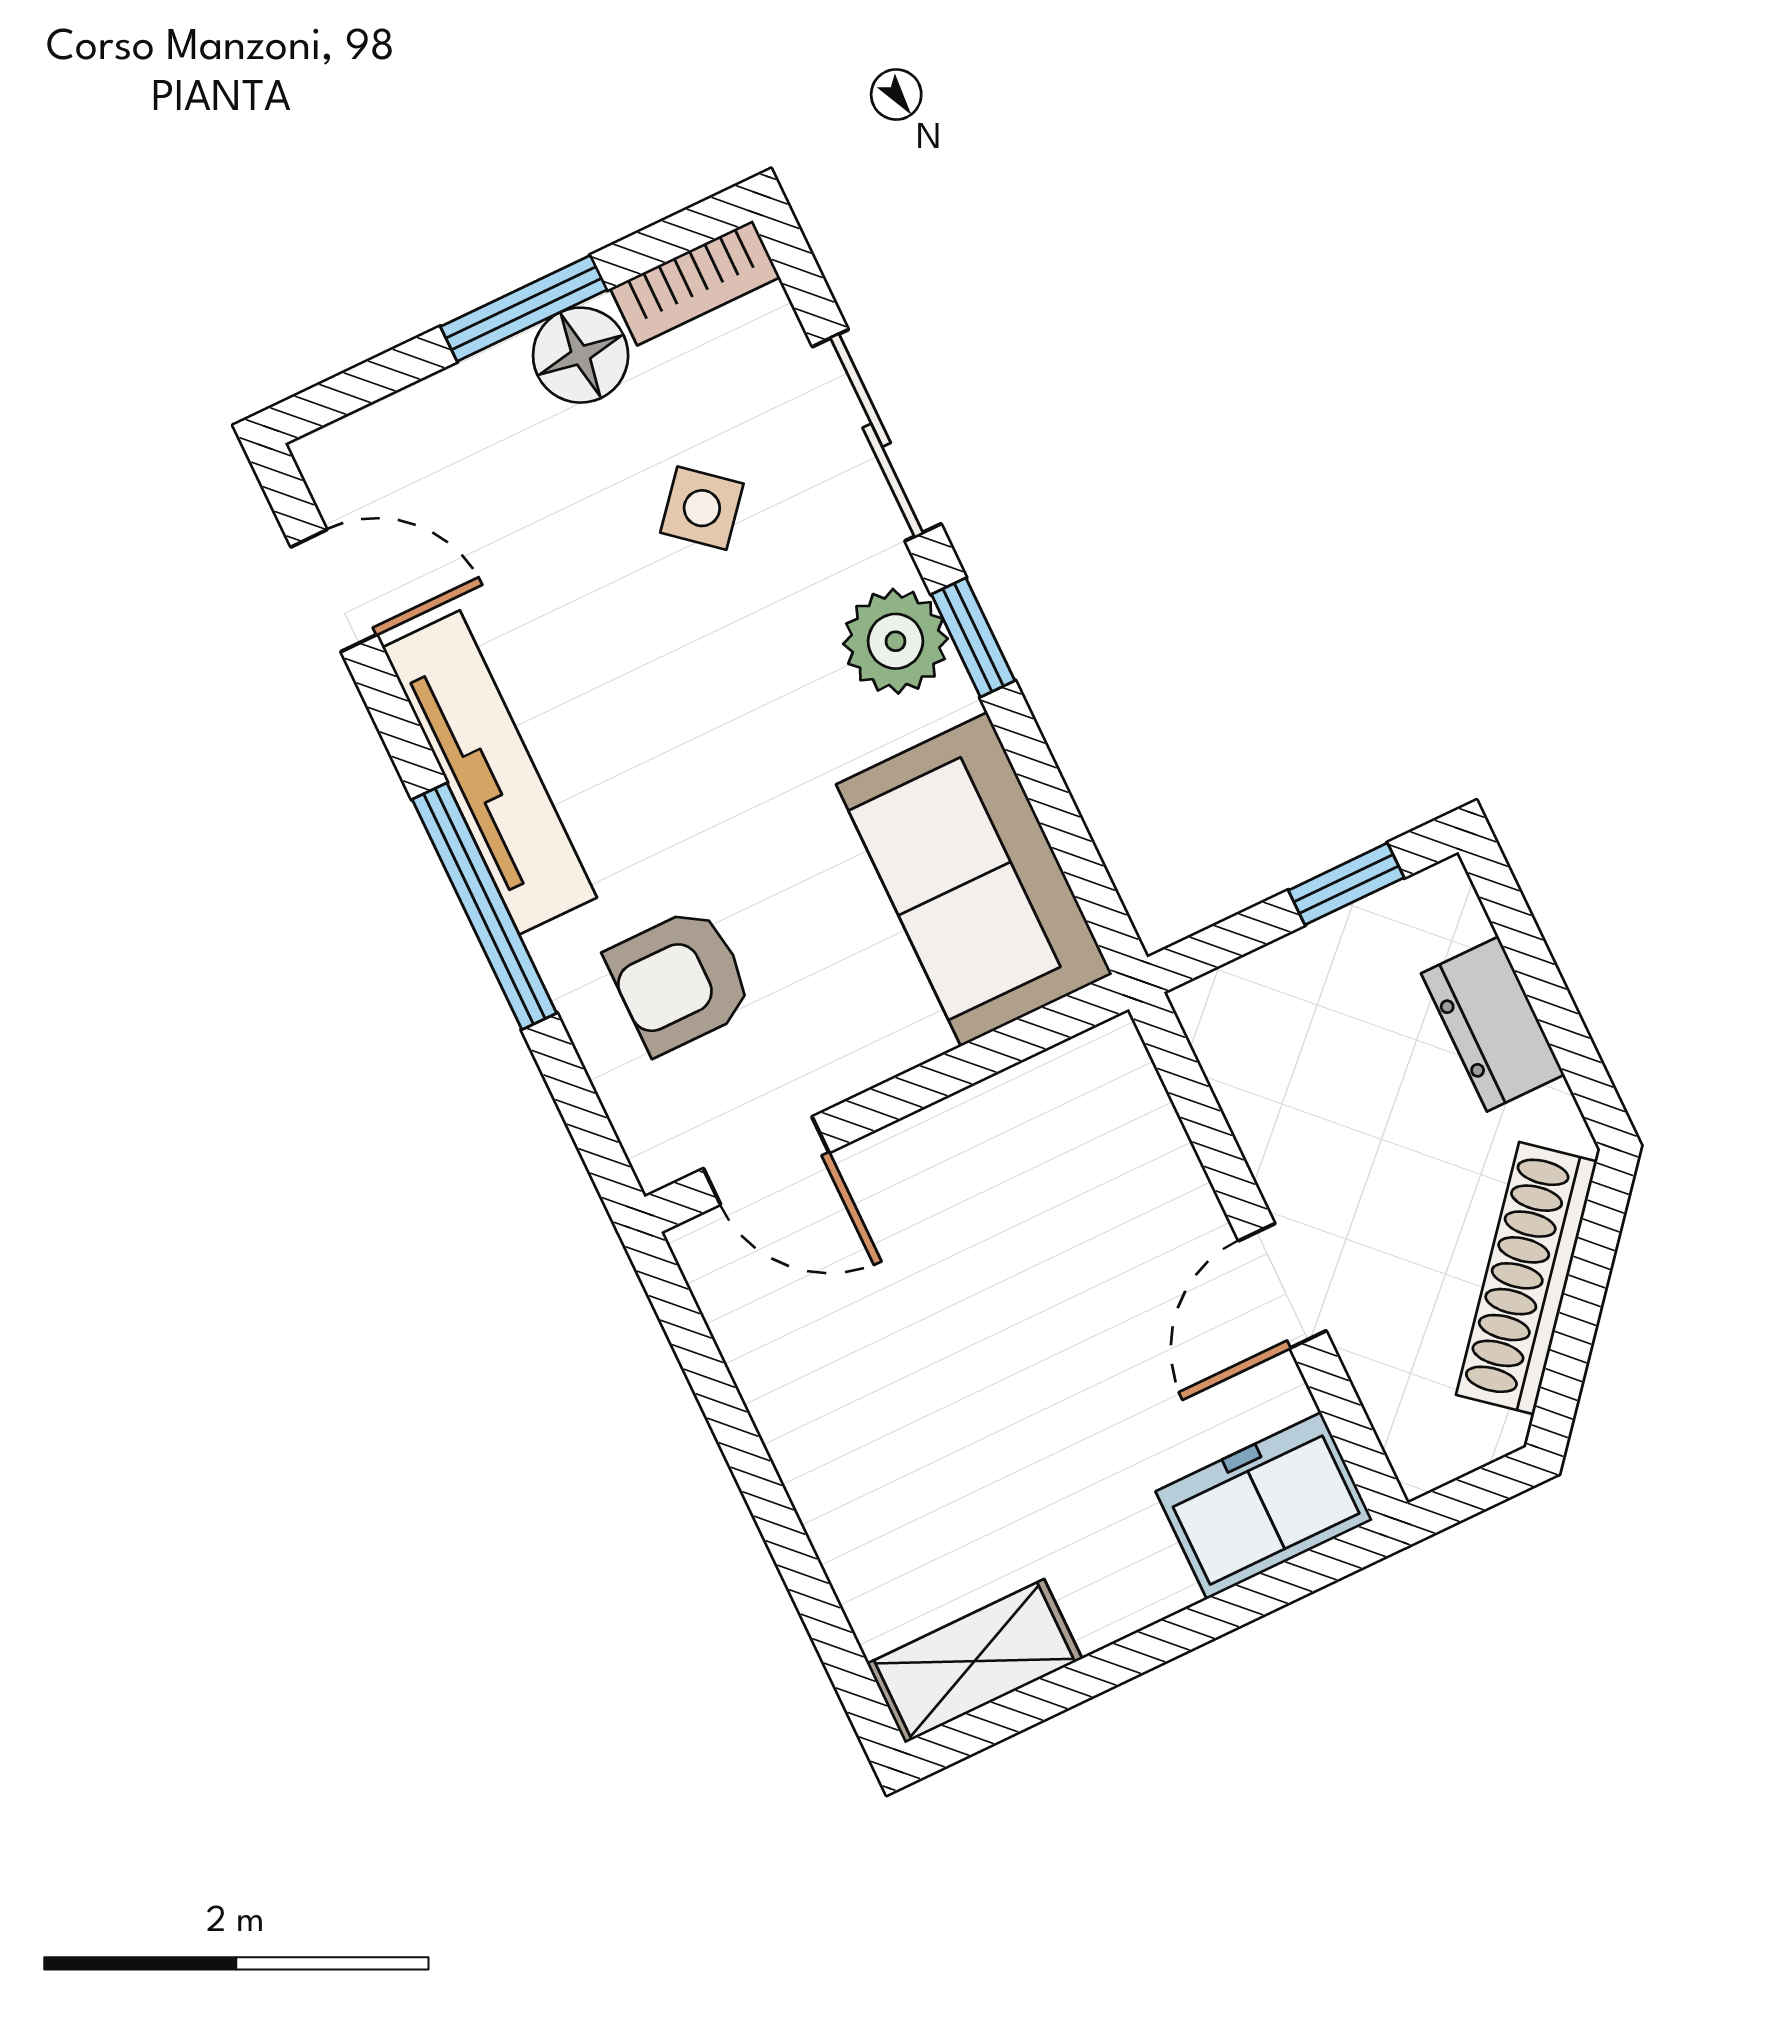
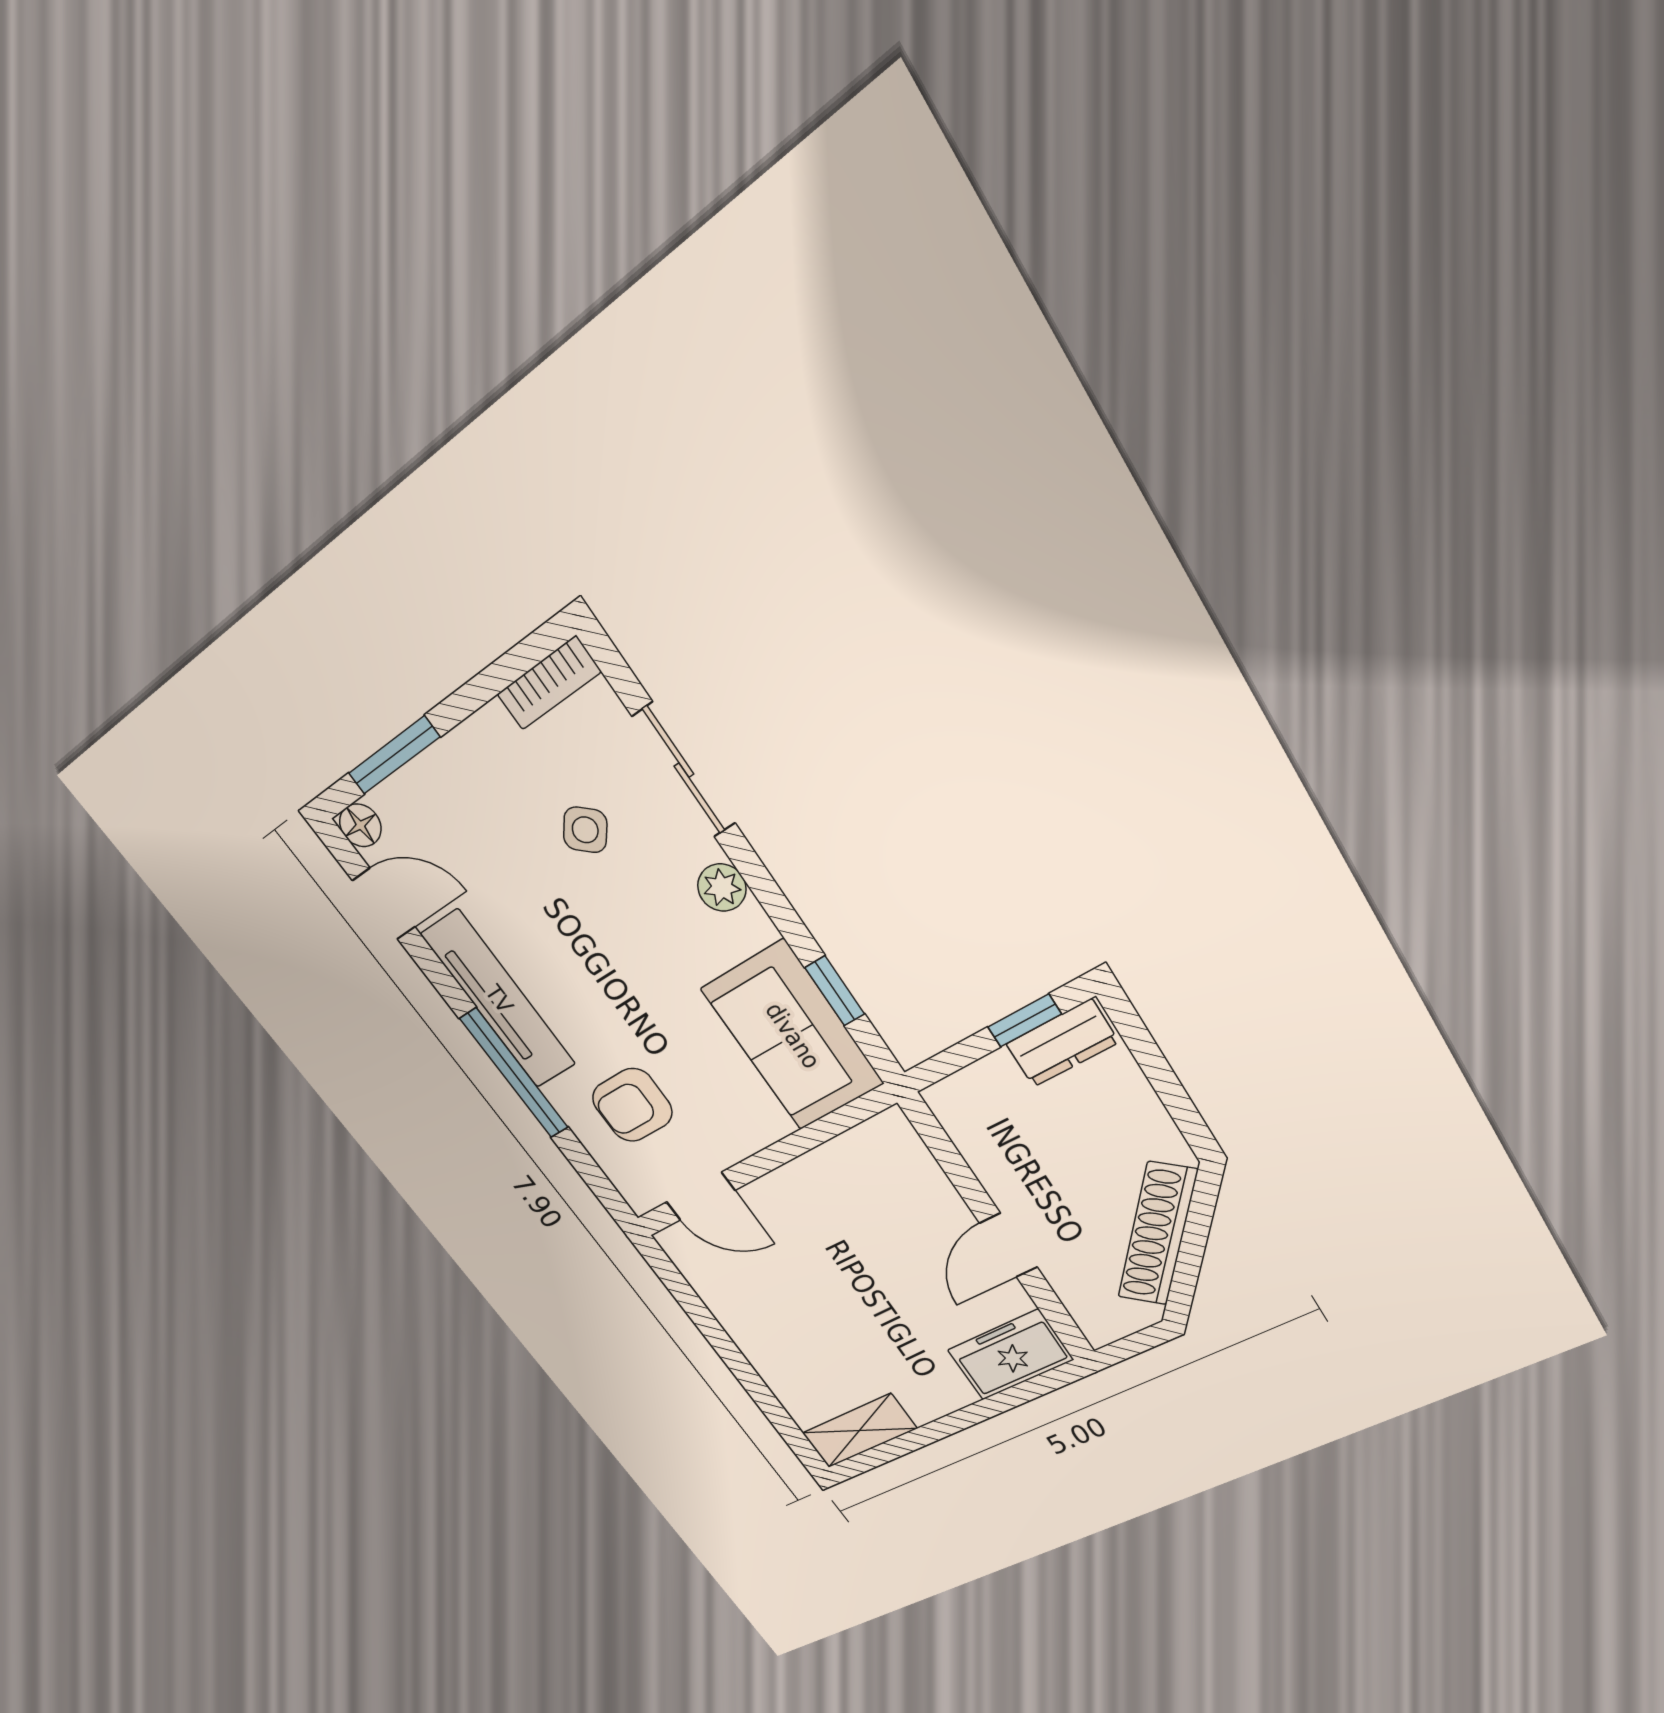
window: (524, 308) -> (394, 755), moved
floor lamp: (581, 355) -> (360, 825), moved, width x0.73, depth x0.73
window: (973, 637) -> (835, 991), moved
plant: (896, 641) -> (722, 888), width x0.73, depth x0.73
dresser: (1493, 1024) -> (1062, 1043), moved, turned -90

